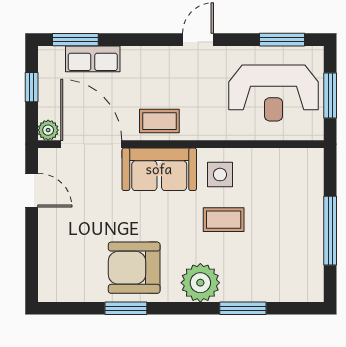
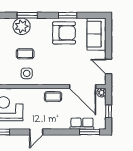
sofa: (159, 169) -> (97, 34), moved, turned -90
plant: (200, 283) -> (22, 26), moved
window: (243, 308) -> (27, 15), moved

